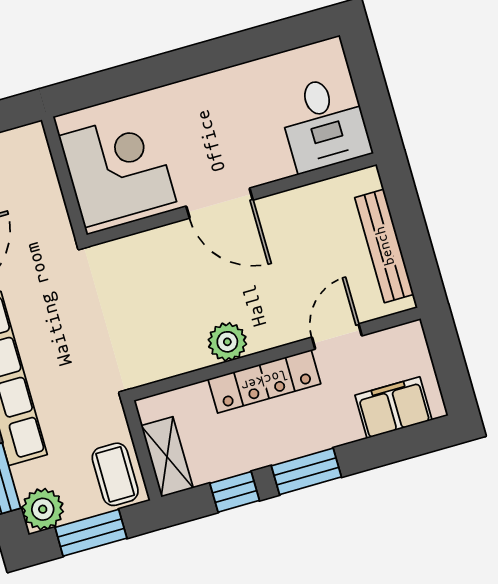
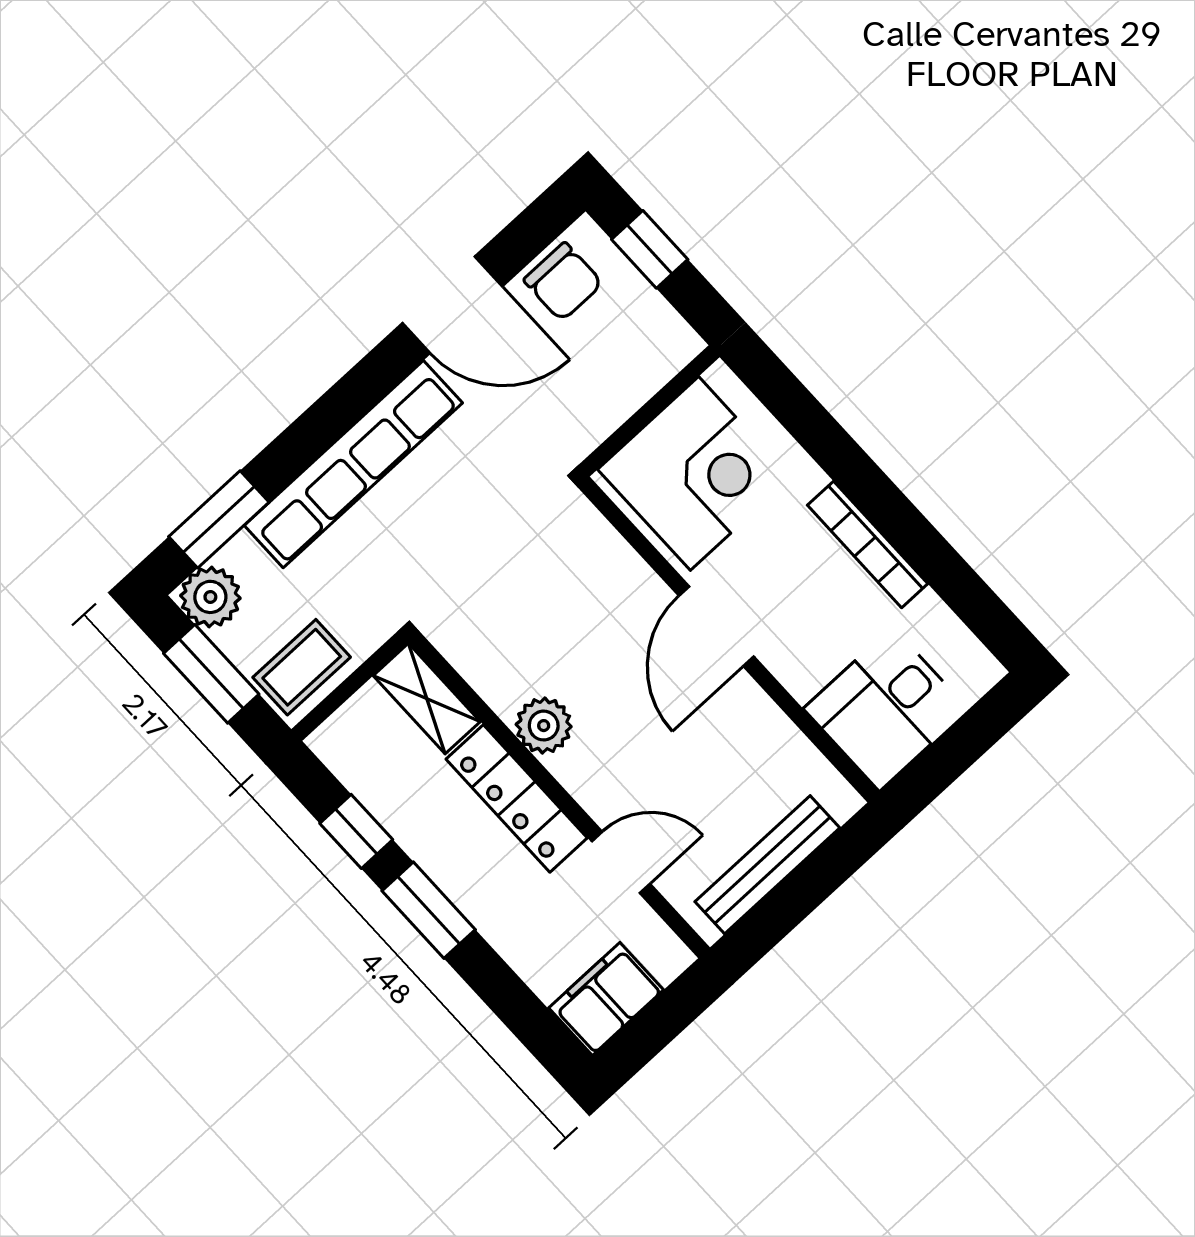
bookcase: (216, 83) -> (868, 544), added
filing cabinet: (393, 408) -> (606, 999), moved, turned -90
shelving: (167, 457) -> (427, 699), moved, turned 90

